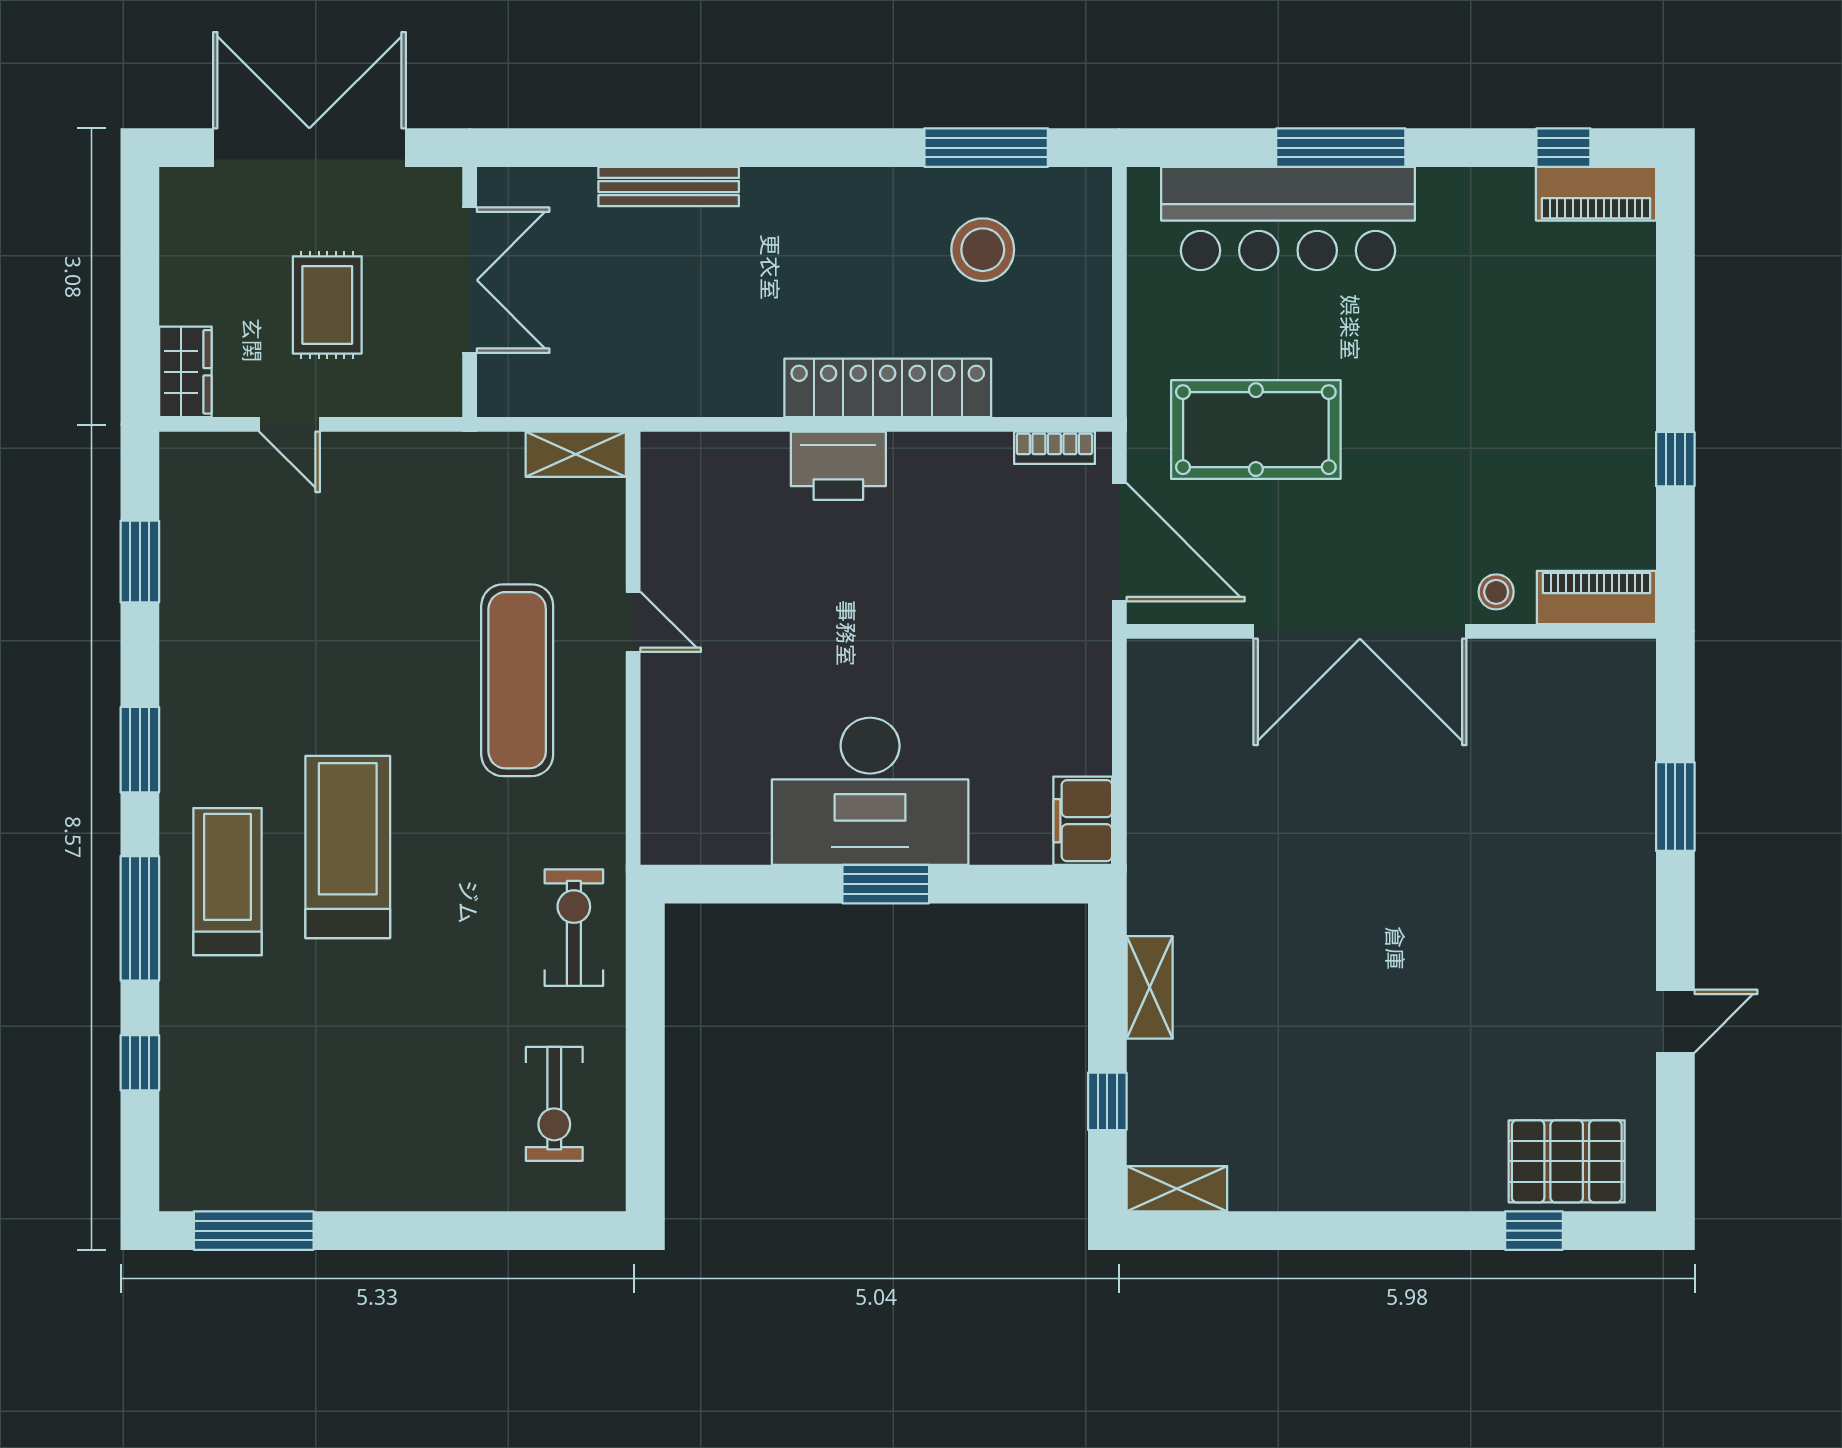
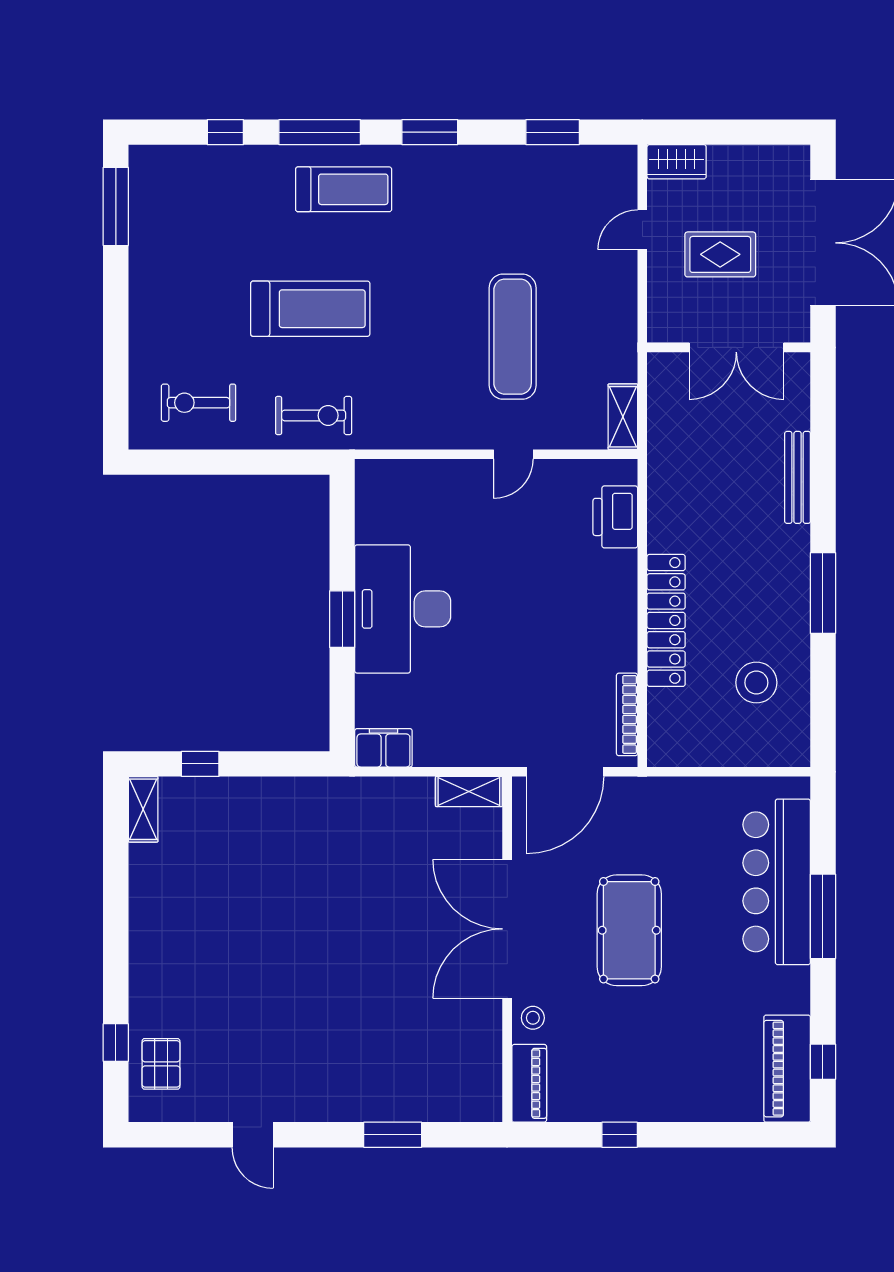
window: (986, 148) -> (823, 593), moved
piano: (1596, 194) -> (787, 1069), width x1.37, depth x1.33
pool table: (1256, 430) -> (629, 930), moved
bookcase: (1054, 448) -> (627, 714), width x1.56
printer: (838, 466) -> (615, 517), moved
exercise mat: (517, 680) -> (513, 337), moved, turned 90
treadmill: (348, 847) -> (310, 309), moved
shelving: (1150, 987) -> (469, 791), moved
pallet: (1567, 1161) -> (161, 1064), width x0.67, depth x0.71

